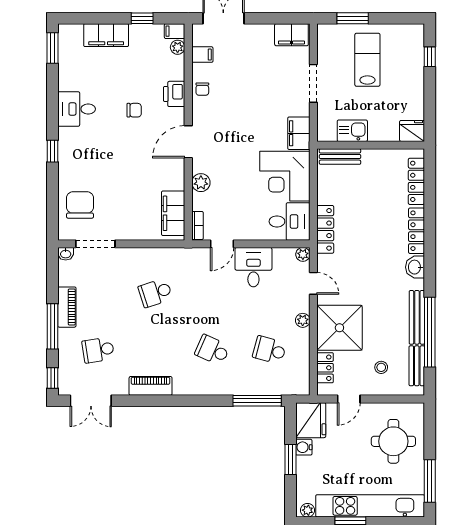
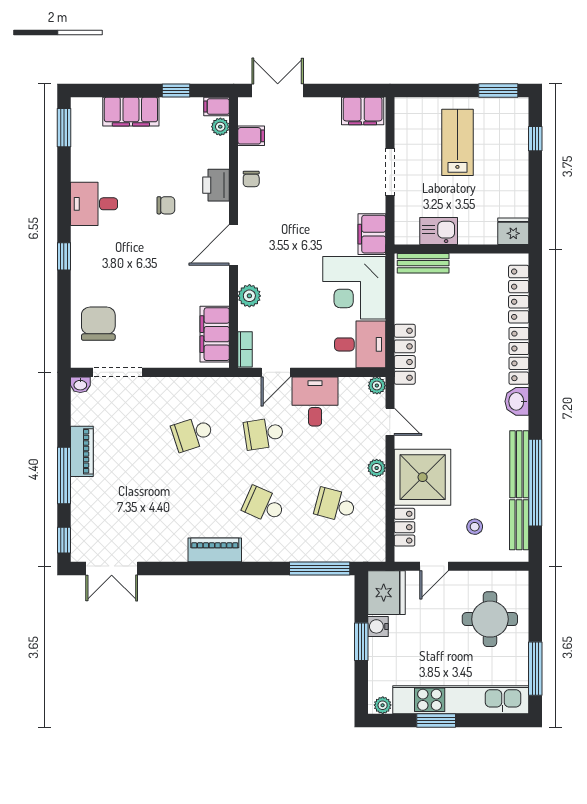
window: (353, 18) -> (498, 90), moved
school desk: (98, 350) -> (264, 434), moved
piano: (151, 386) -> (215, 550), moved

